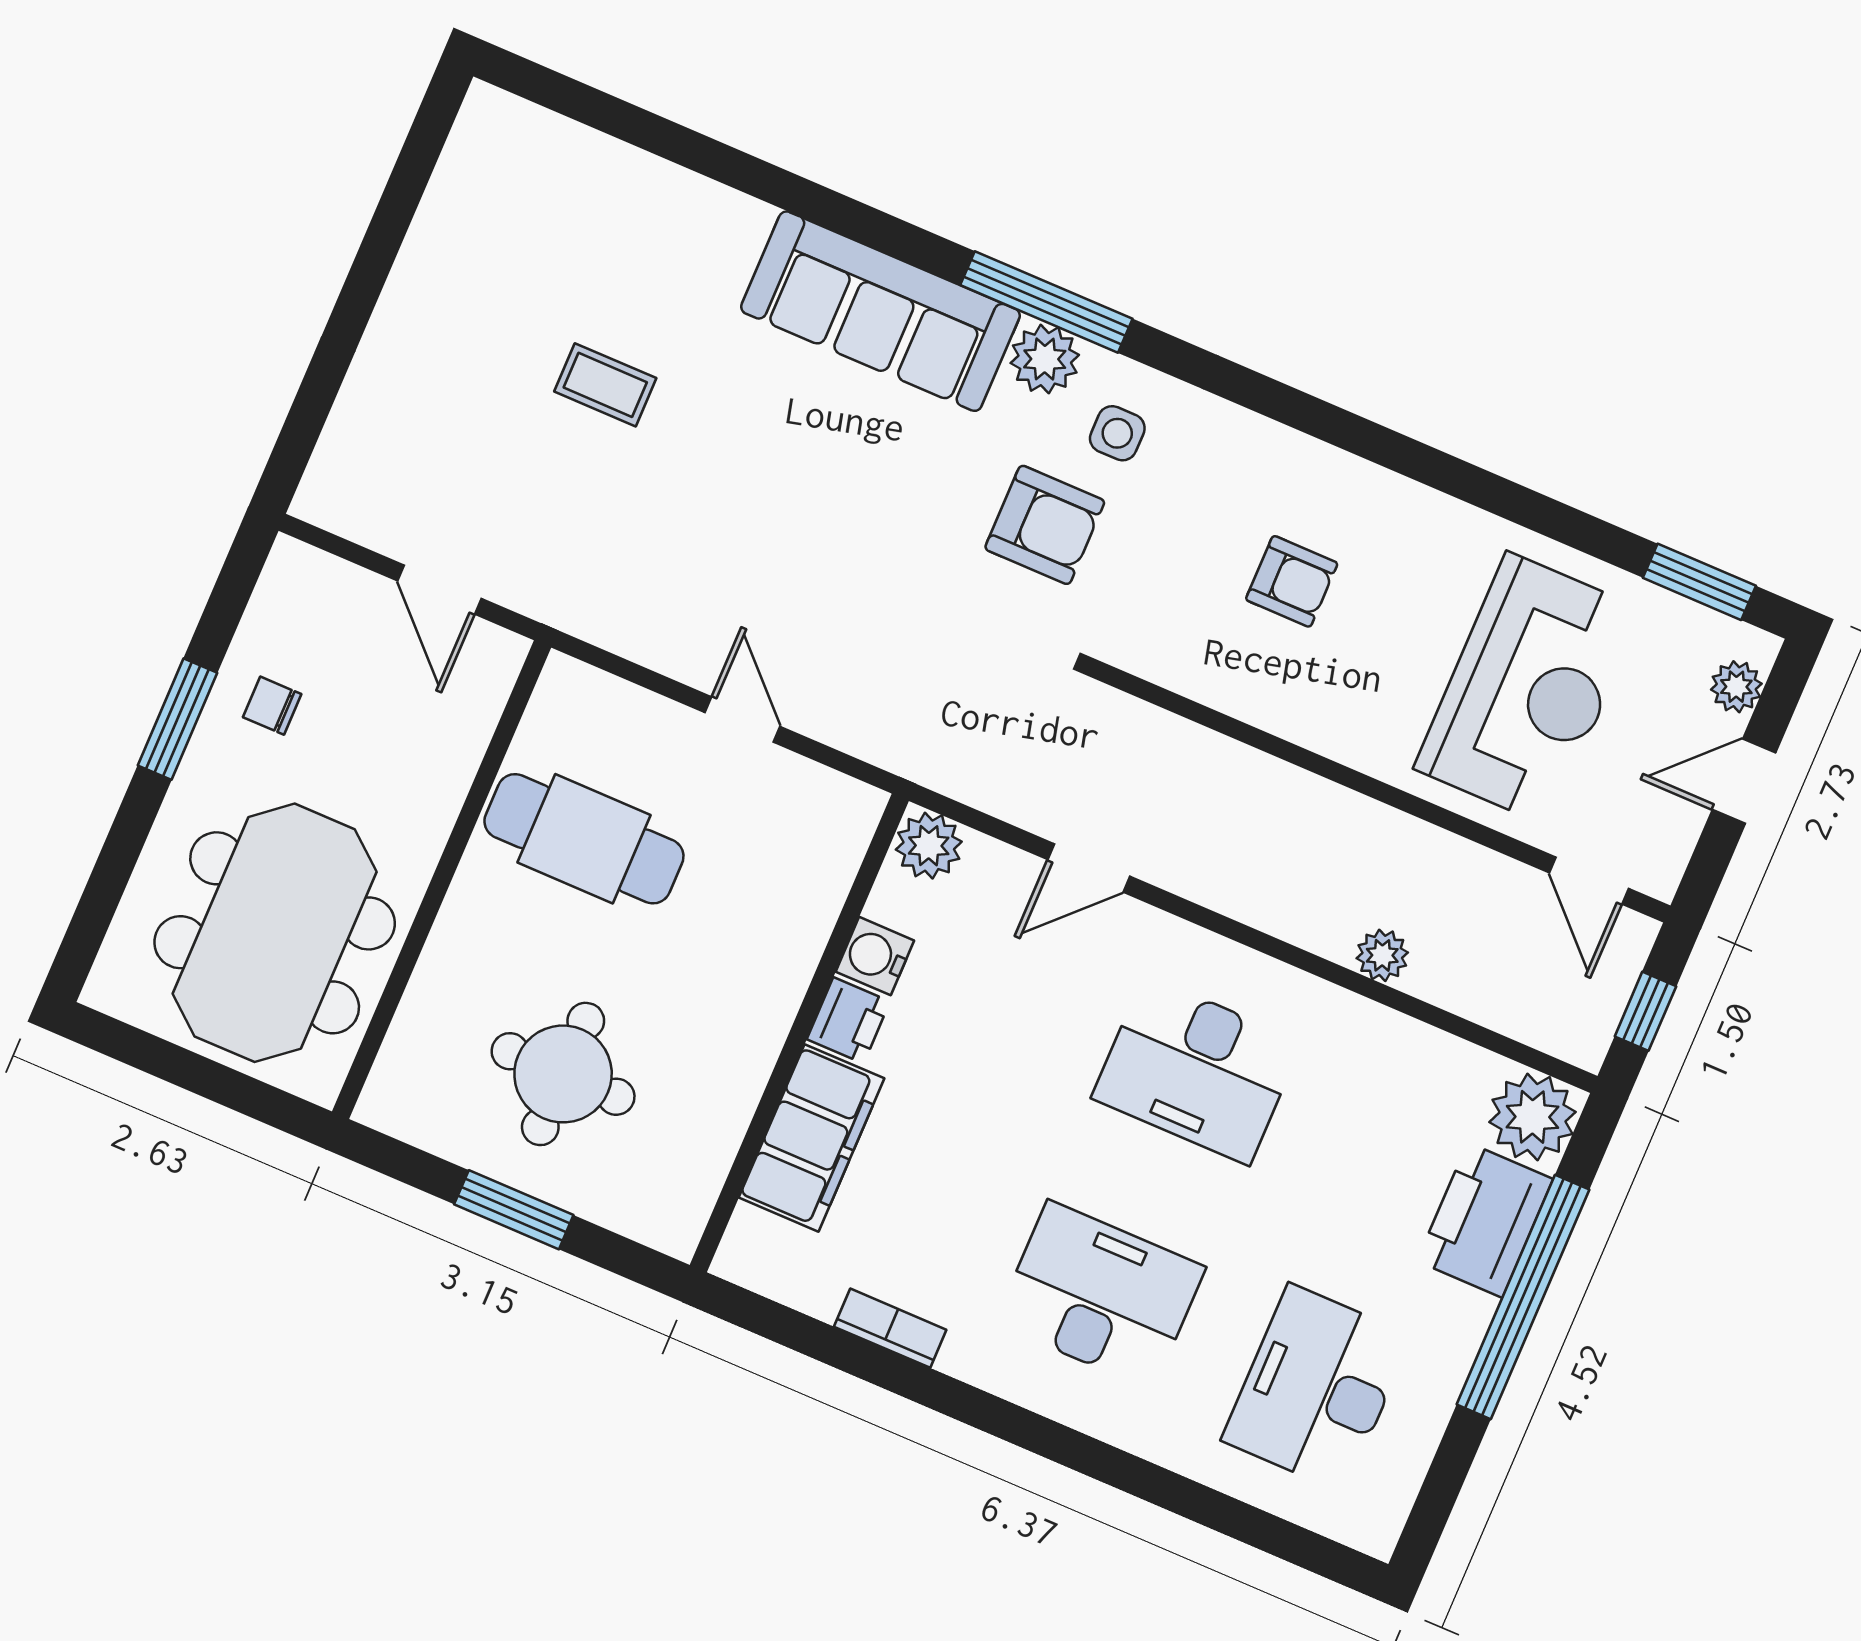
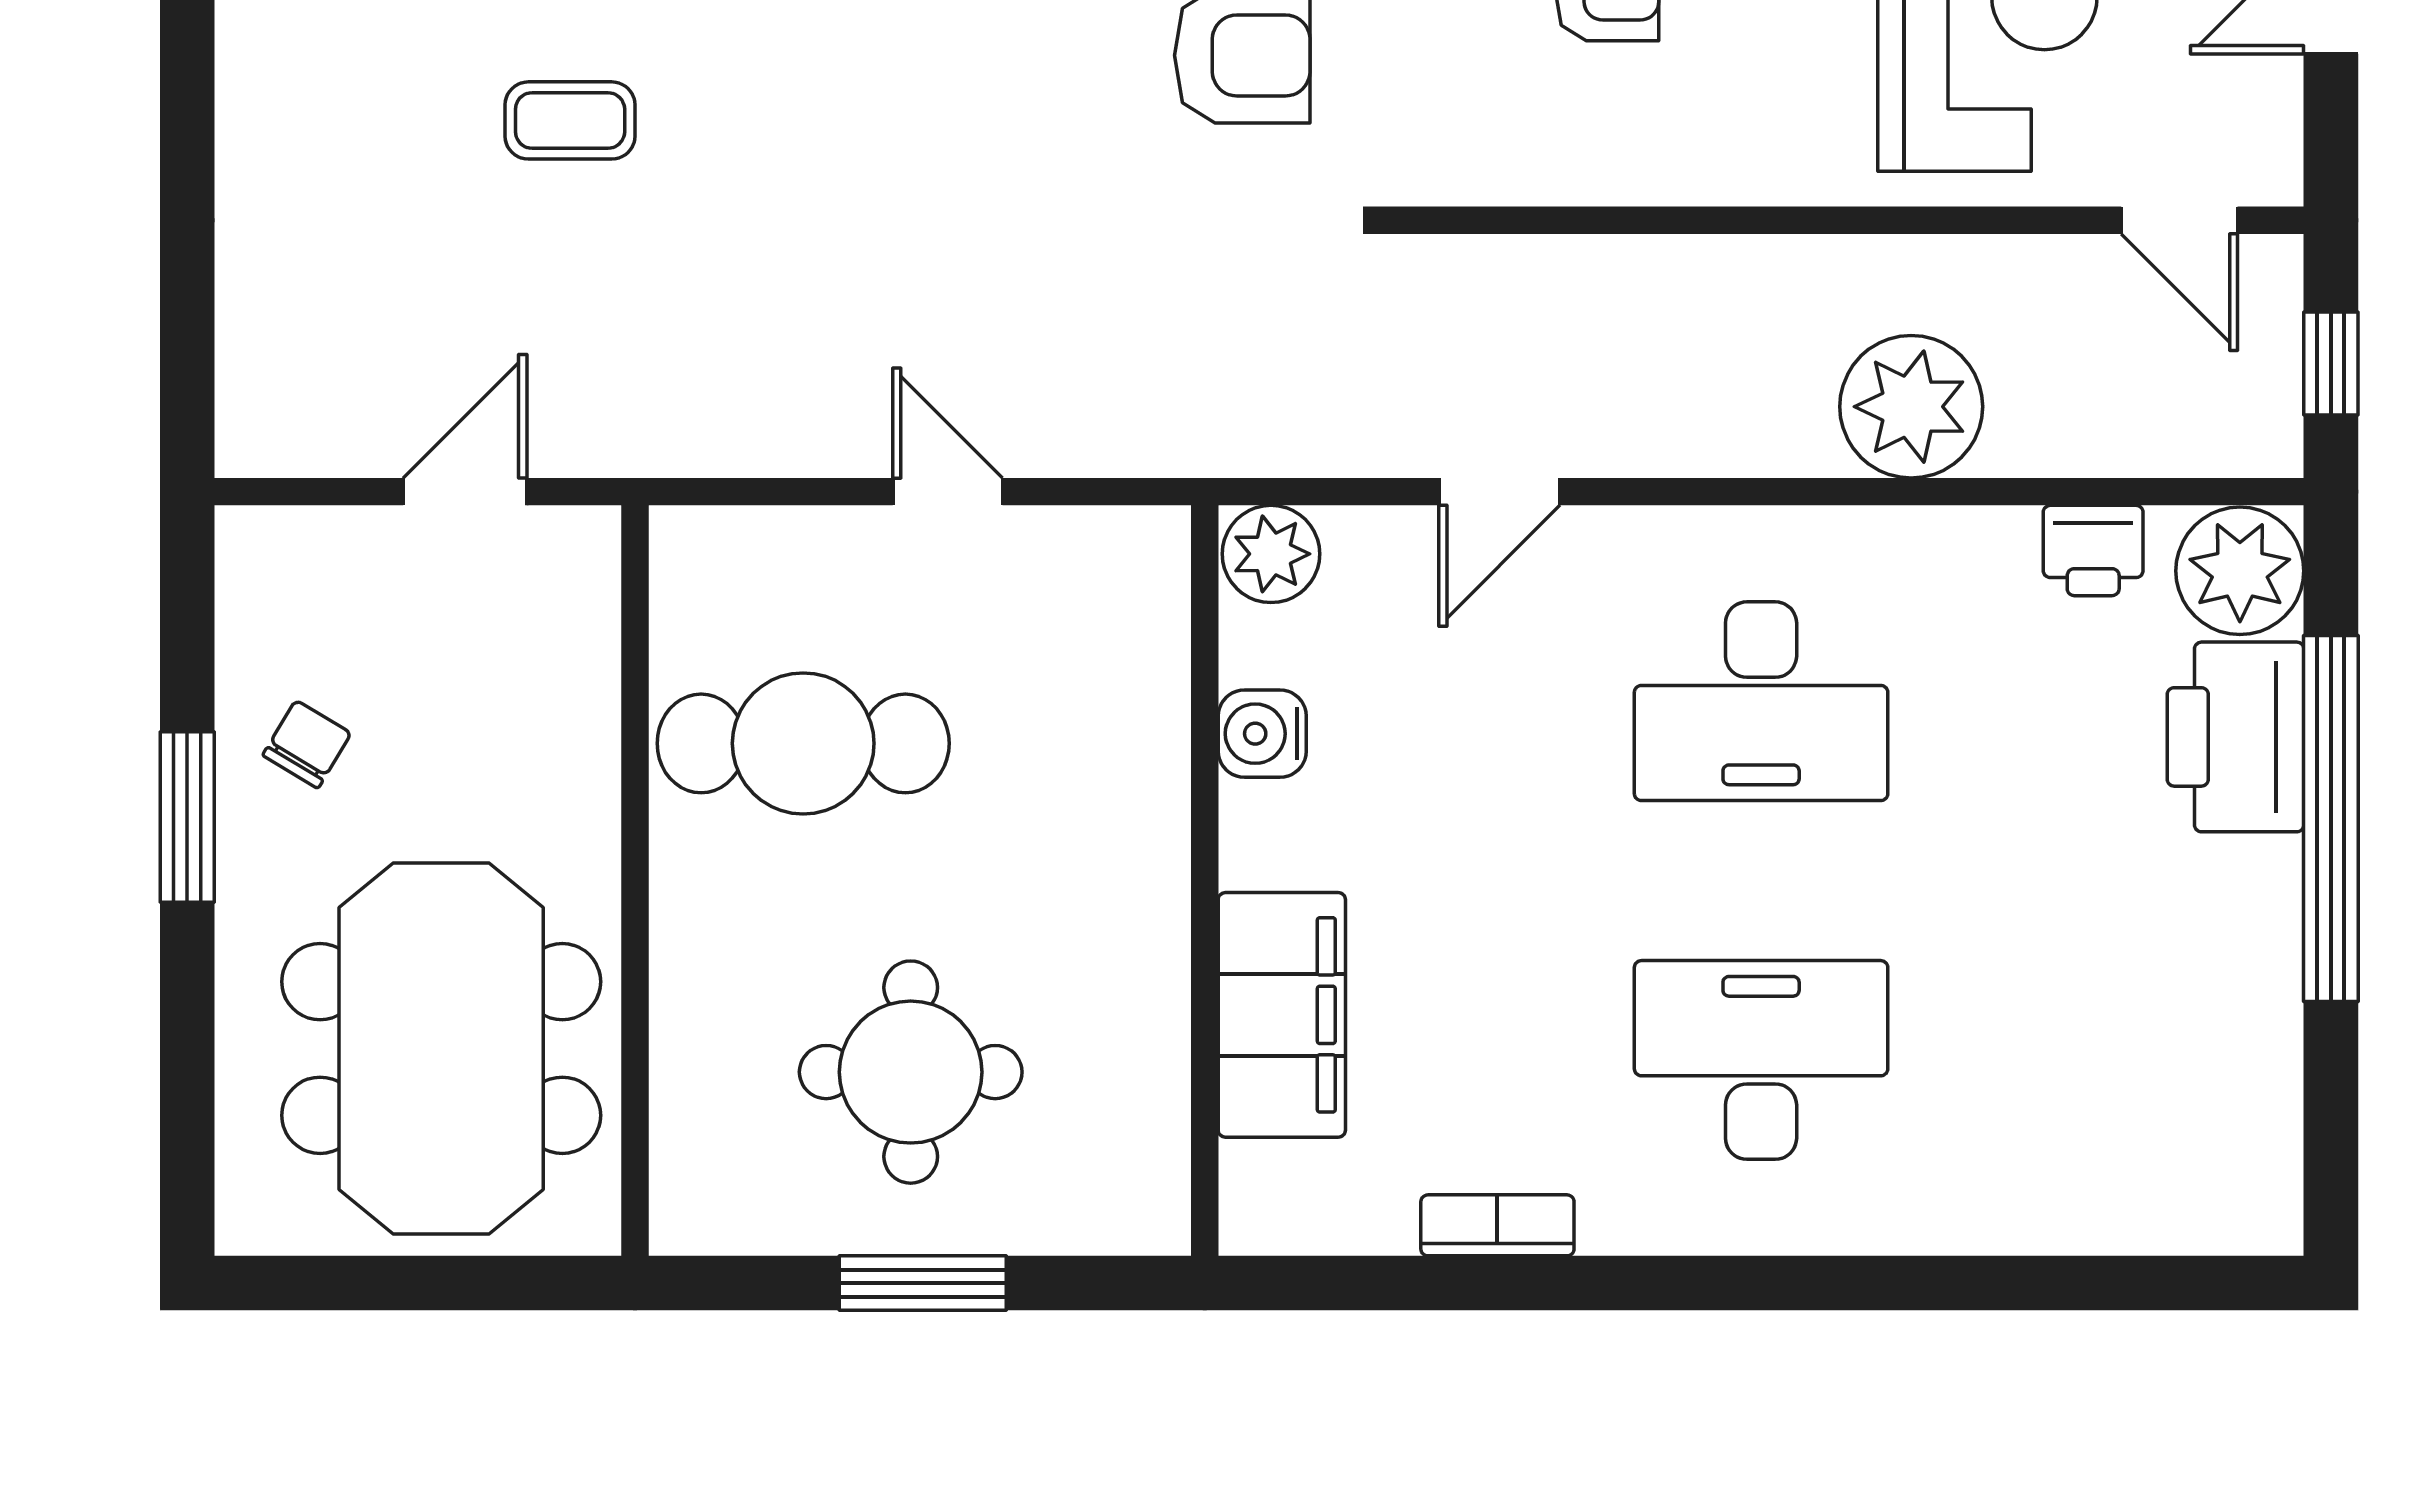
door: (439, 590) -> (465, 492), swing flipped
chair: (272, 706) -> (307, 744), turned 121
plant: (1382, 955) -> (1911, 407), width x1.88, depth x1.88
printer: (848, 1020) -> (2093, 550), moved, turned 90
desk: (1317, 1388) -> (2106, 1060), removed

